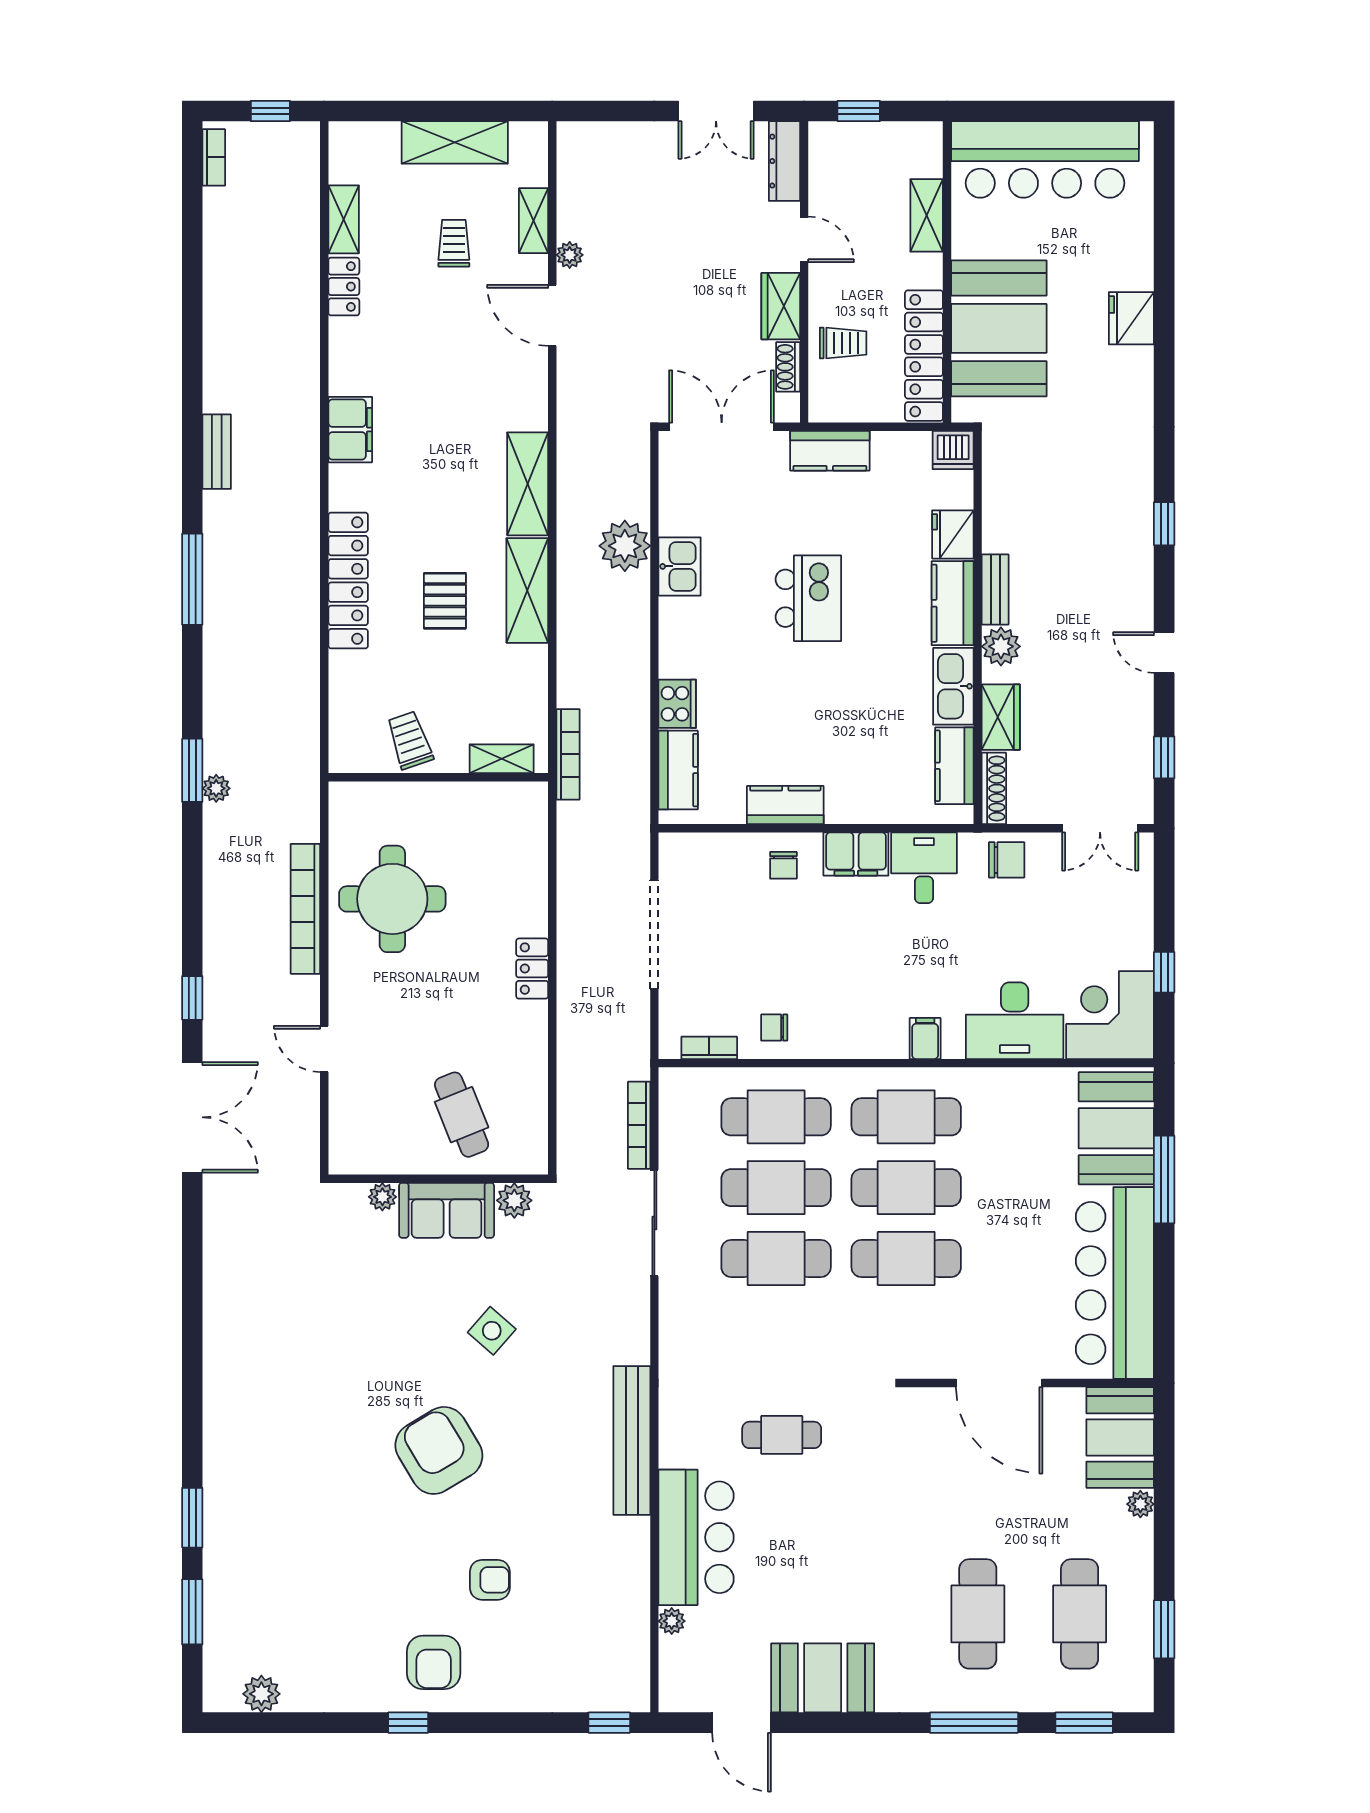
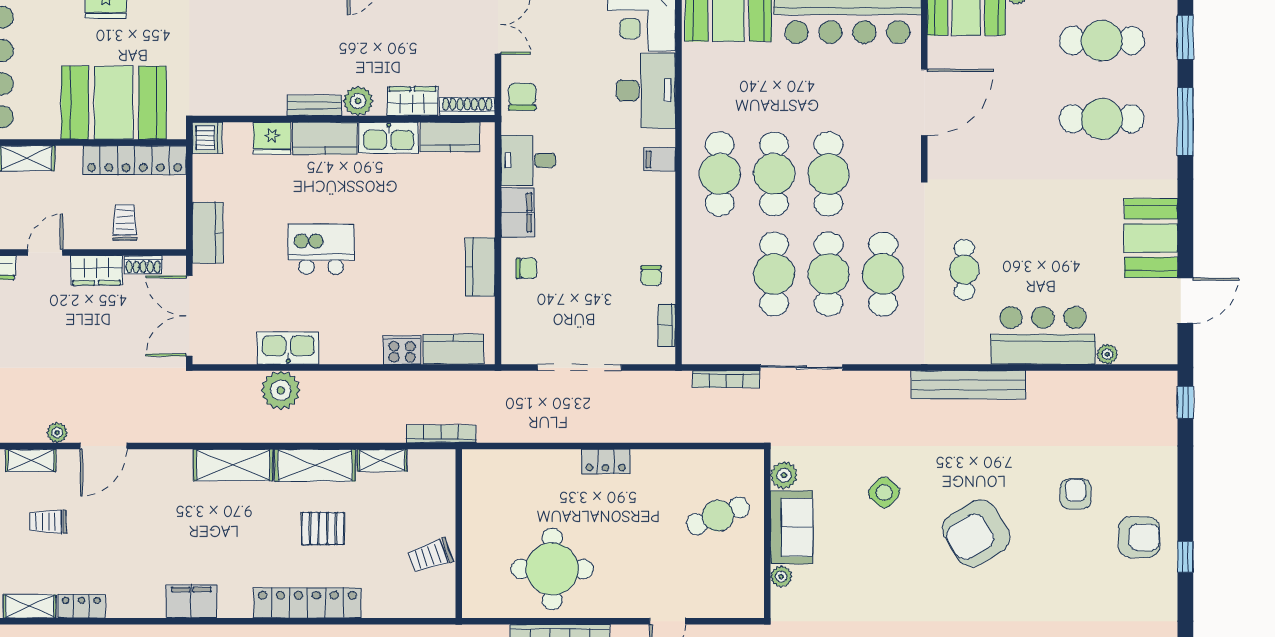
kitchen sink: (680, 566) -> (288, 348), width x1.38
shelving: (502, 759) -> (382, 460), moved, turned 90
cafe table: (776, 1117) -> (883, 274), moved

